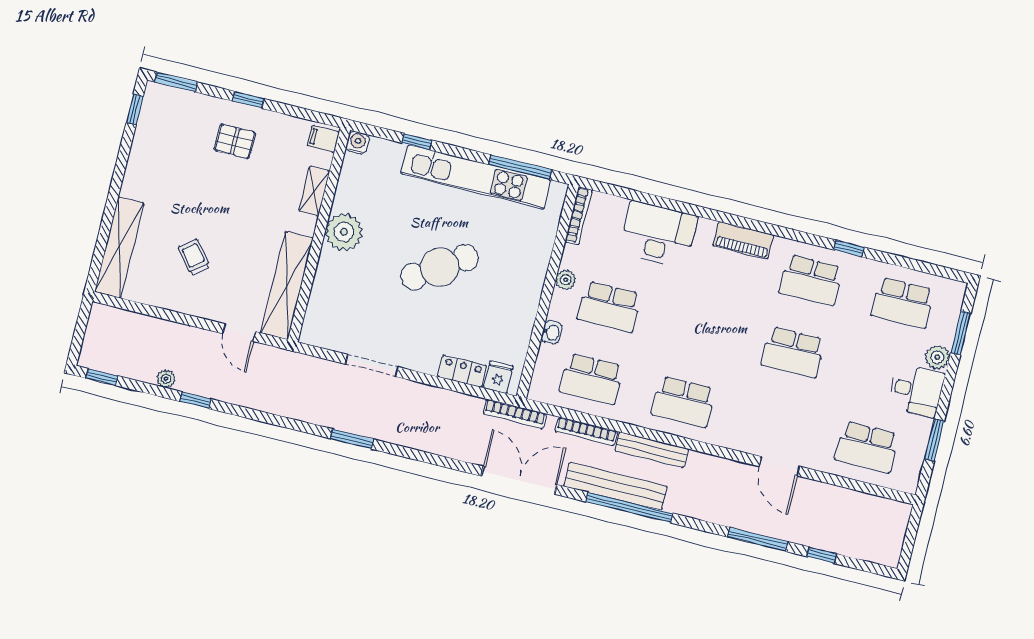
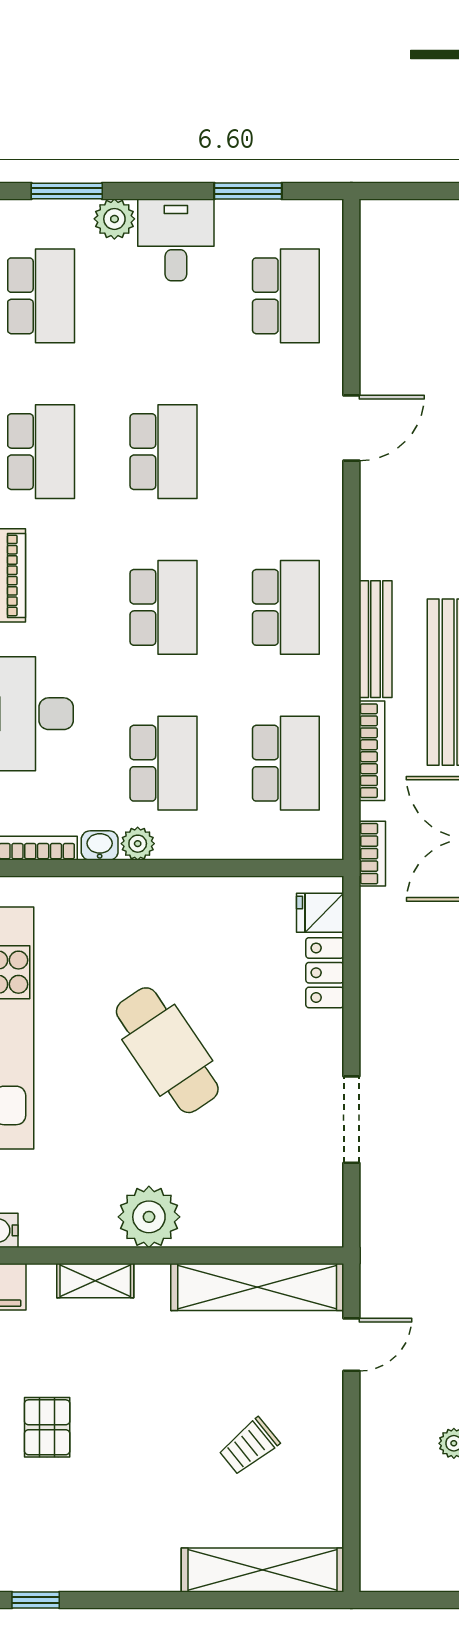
school desk: (701, 329) -> (163, 607), added
washbasin: (552, 332) -> (100, 845), moved
bookcase: (515, 414) -> (372, 854), width x0.64

